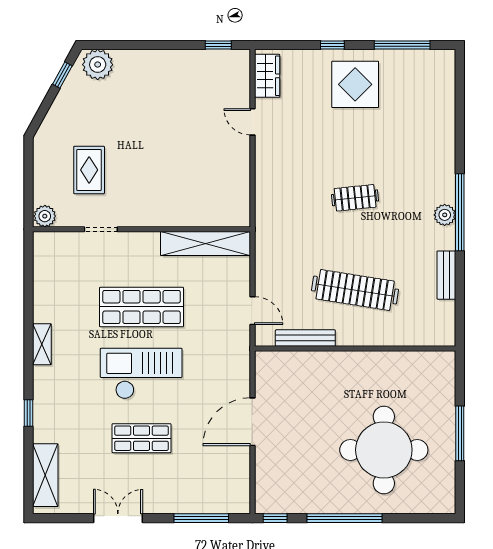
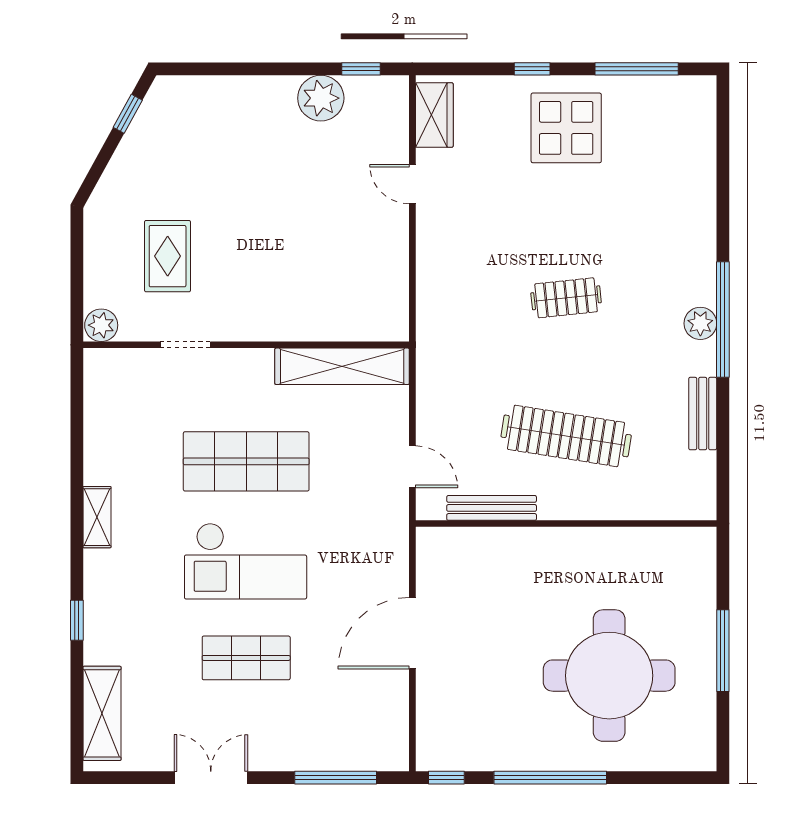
plant: (98, 65) -> (321, 98), moved
checkout: (141, 374) -> (246, 561), turned 180

